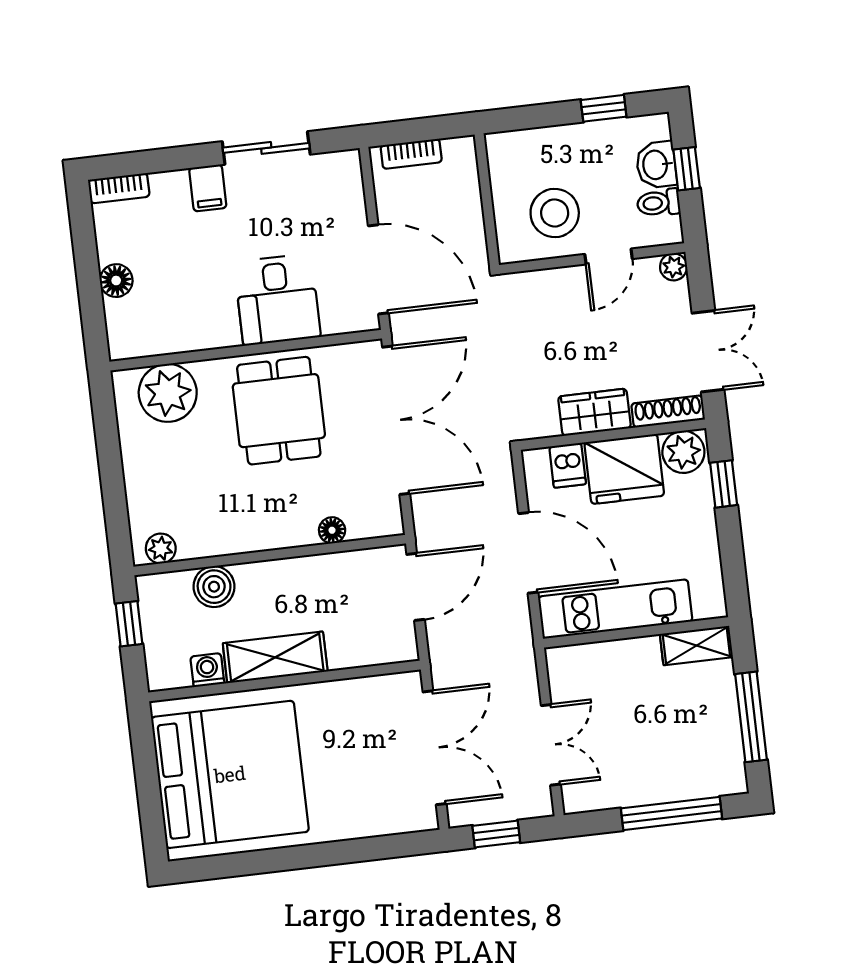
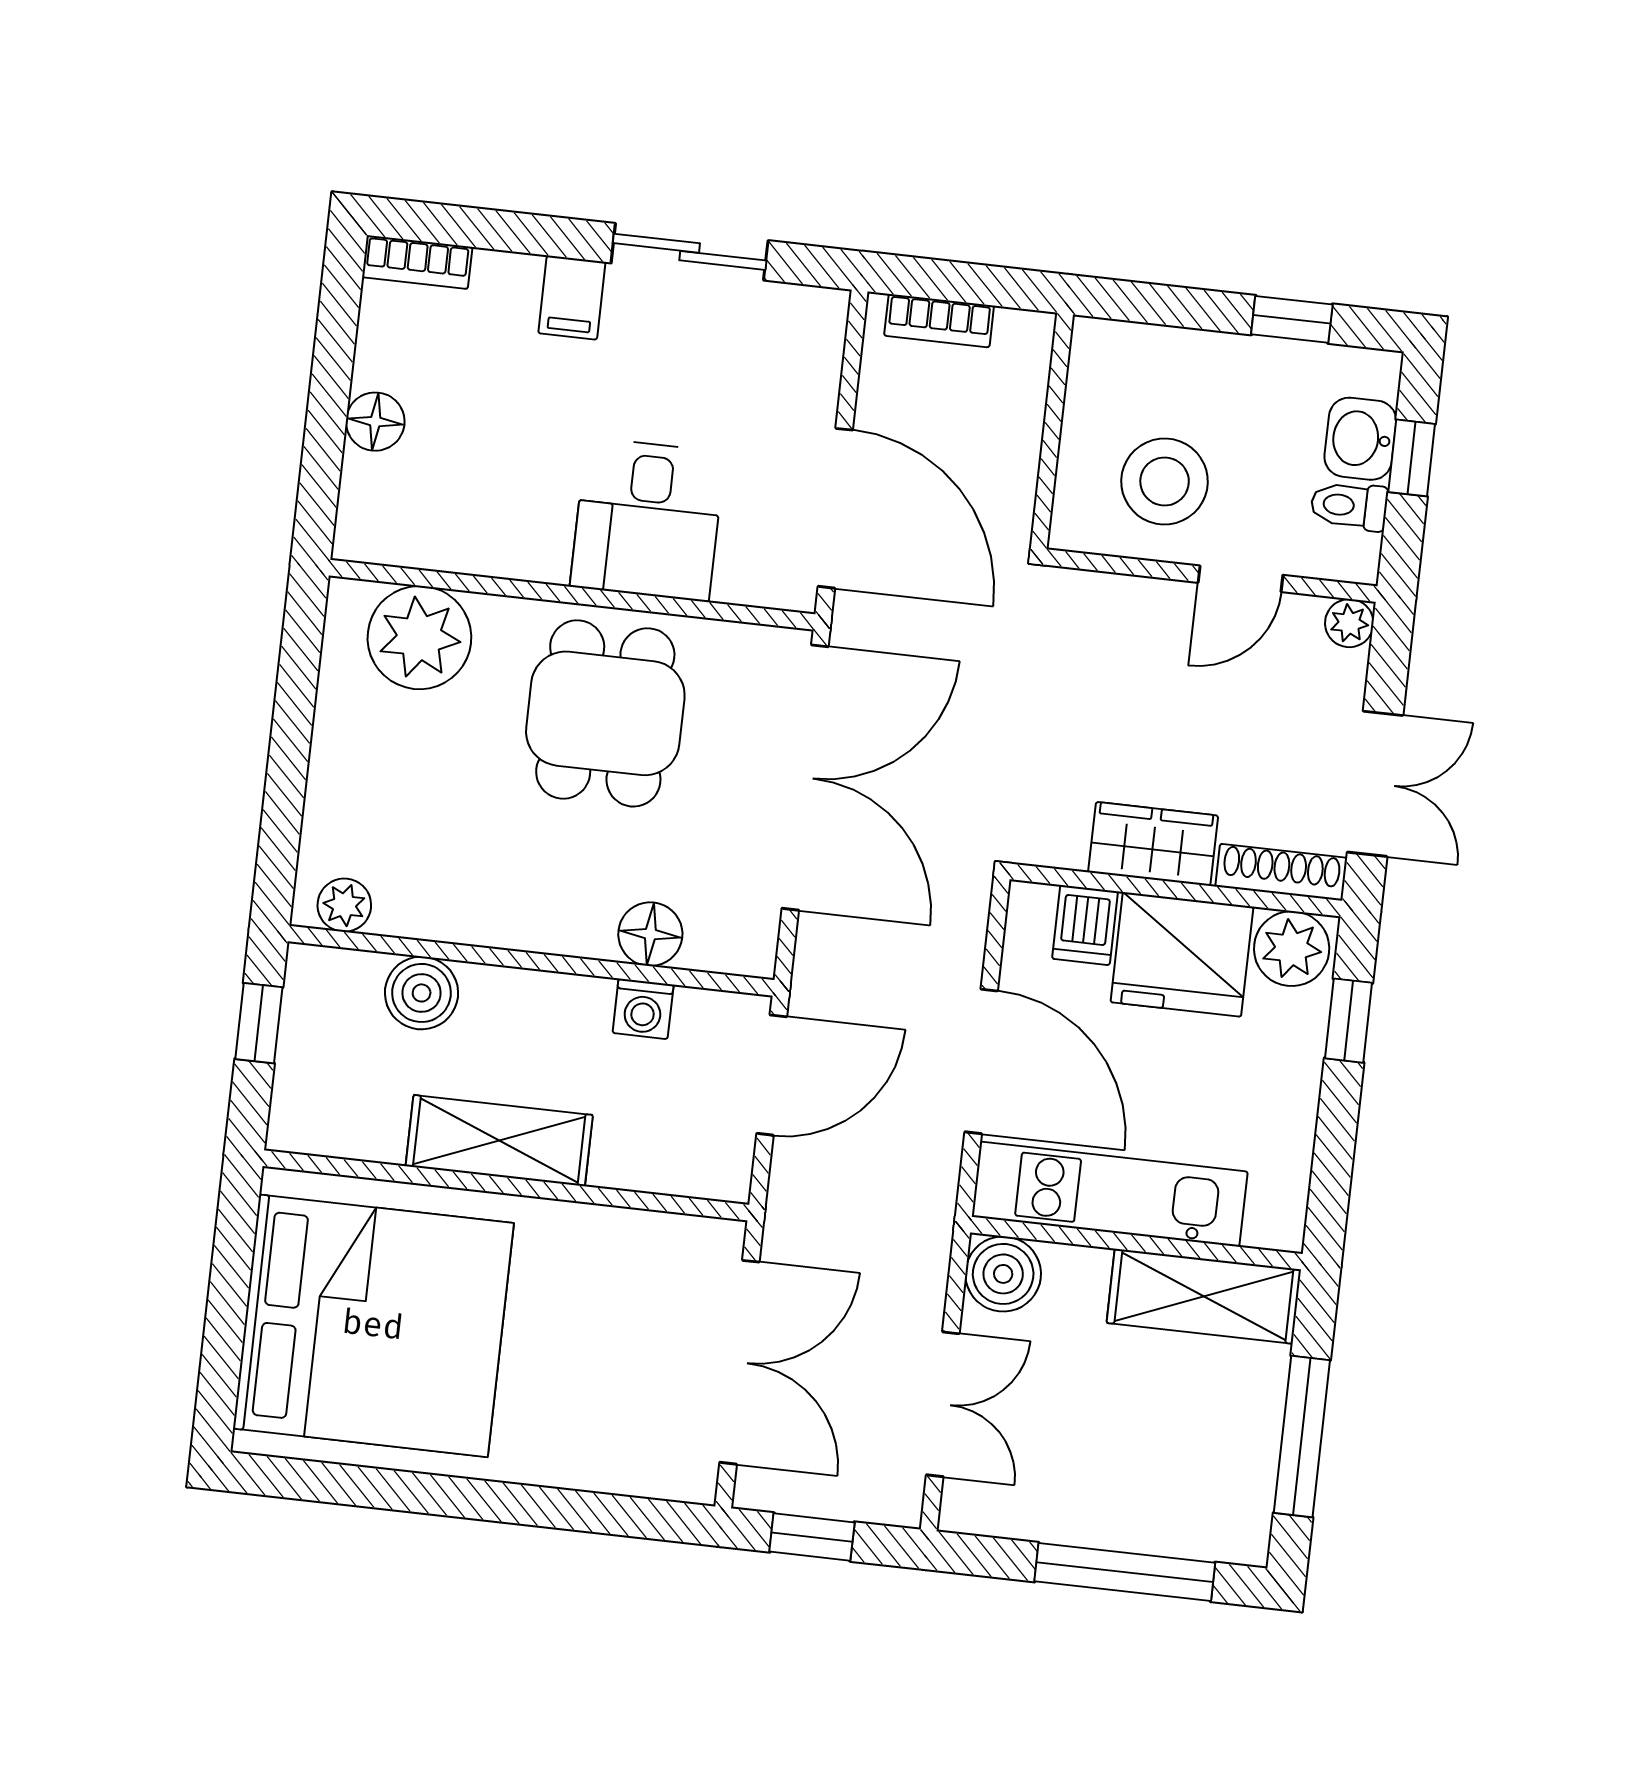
floor lamp: (332, 530) -> (650, 934), width x1.37, depth x1.37
shelving: (696, 646) -> (1204, 1296), width x1.50, depth x1.33
boiler: (567, 666) -> (1003, 1274), added
washing machine: (207, 670) -> (643, 1009), moved, turned 180

